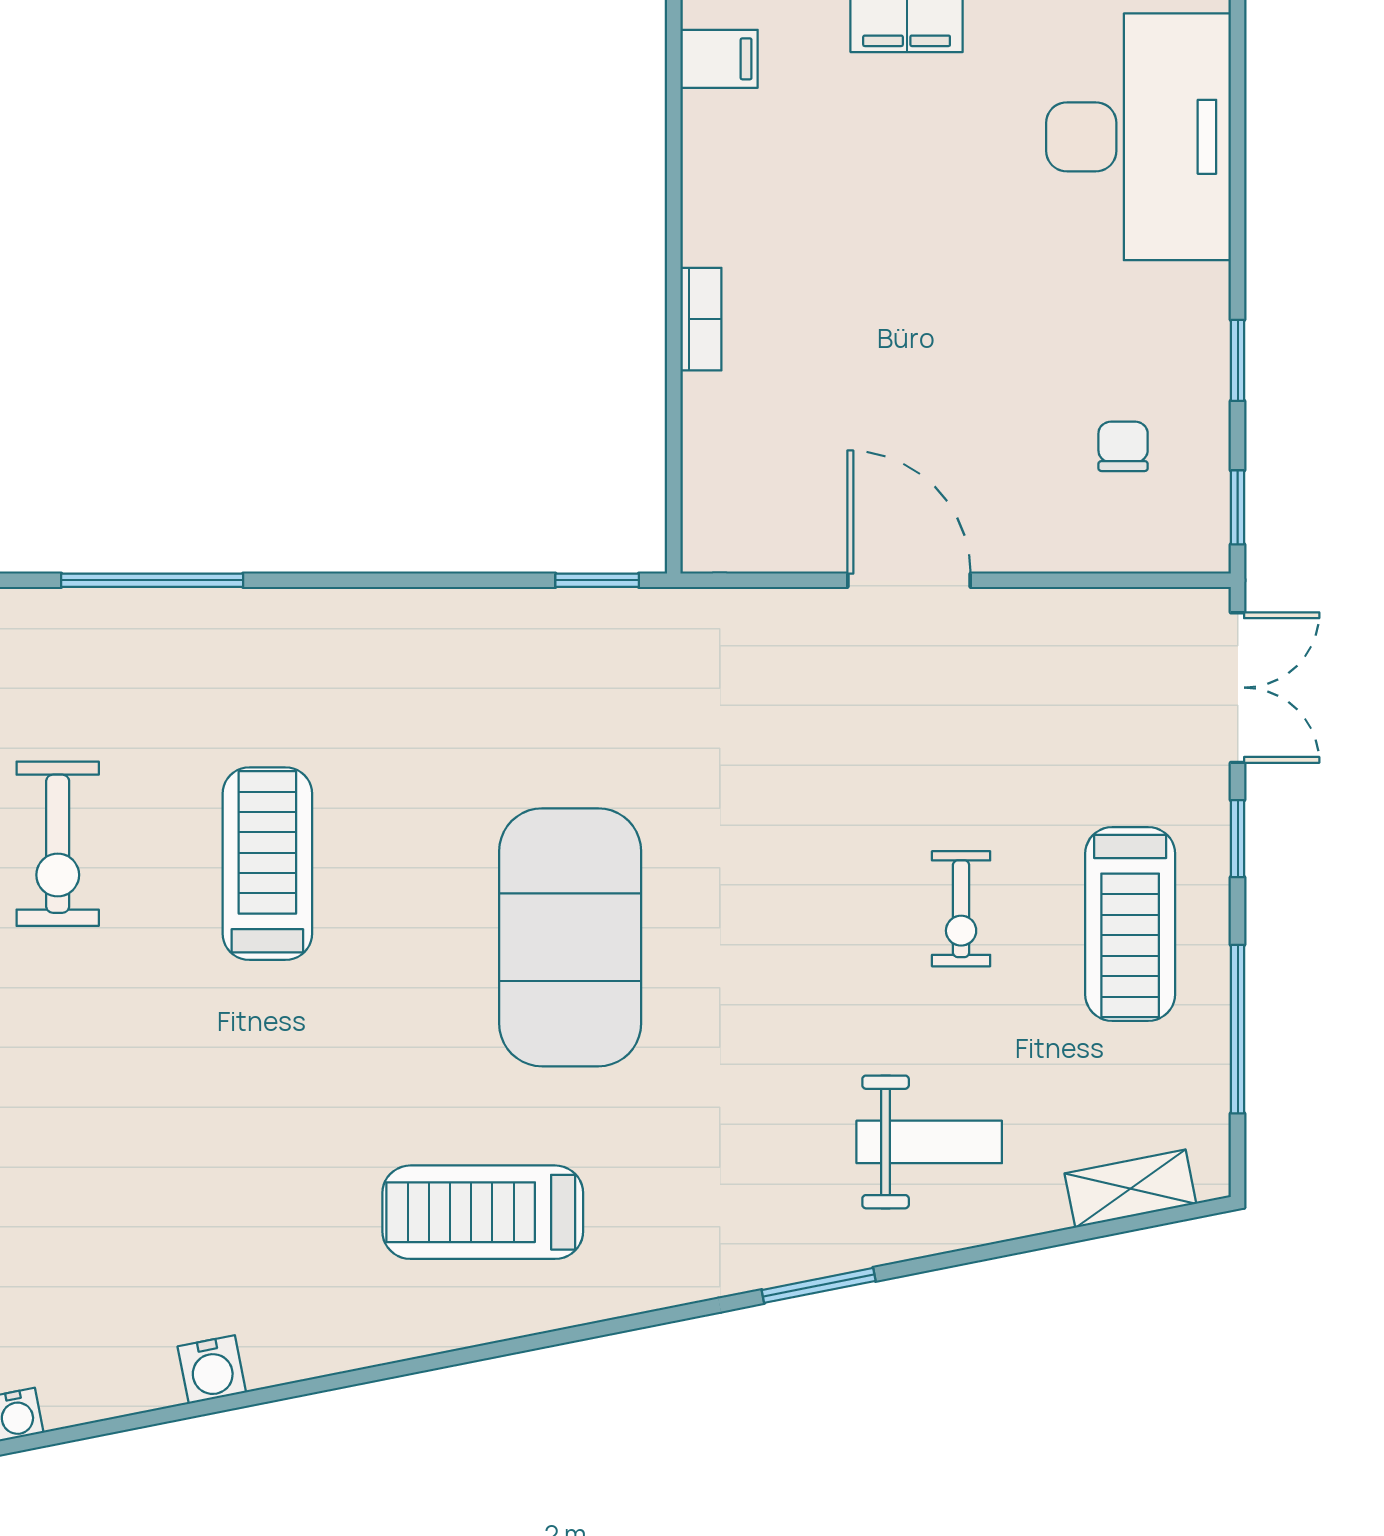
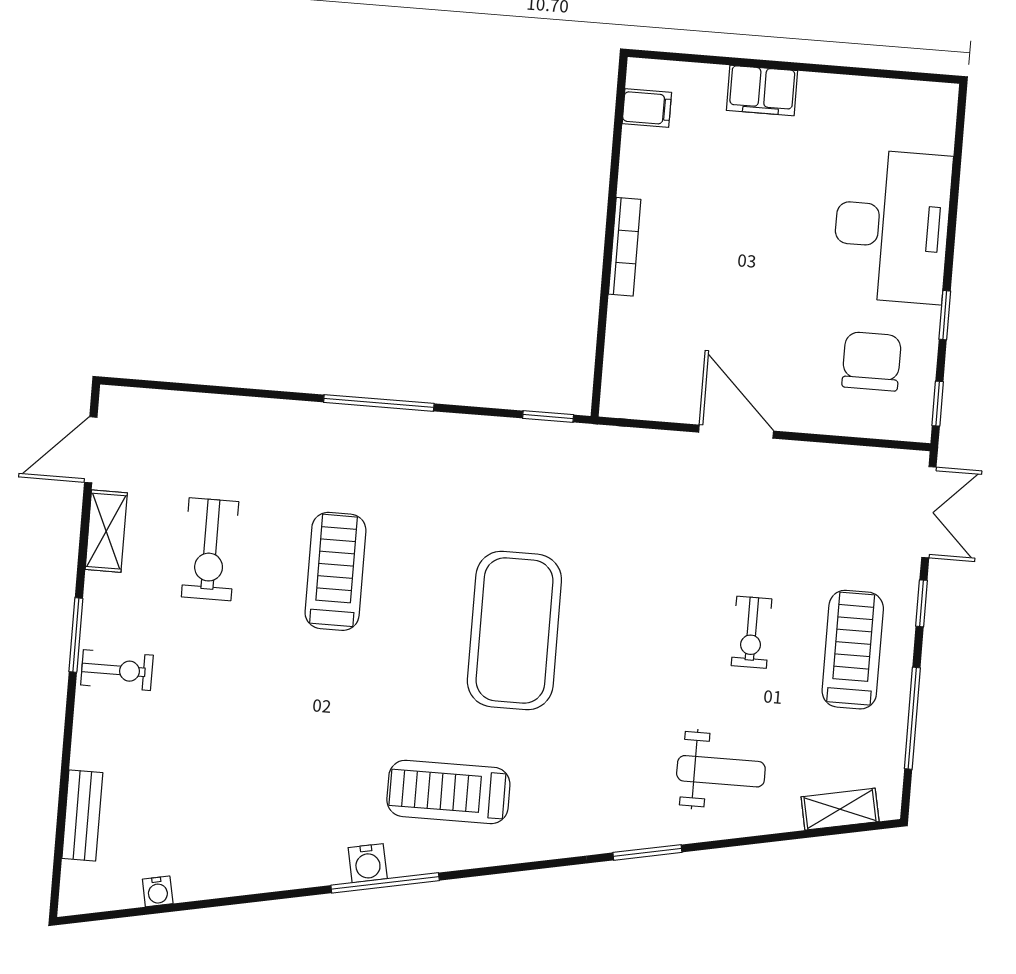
desk: (1139, 137) -> (892, 226), moved
bookcase: (701, 319) -> (625, 247), width x1.56
chair: (1123, 446) -> (872, 361), width x1.87, depth x1.87
window: (152, 580) -> (379, 403), moved
treadmill: (1130, 924) -> (853, 650), turned 180
water cooler: (212, 1369) -> (368, 863), moved
window: (390, 1370) -> (385, 883), added

